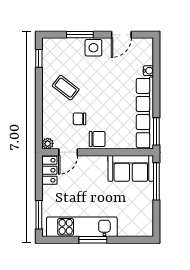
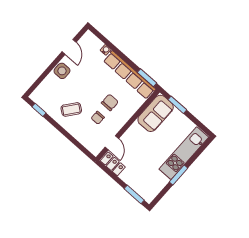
window: (80, 35) -> (47, 72), removed
chair: (97, 139) -> (110, 102), moved
plant: (48, 144) -> (95, 151), removed
window: (156, 181) -> (177, 105), width x0.69
kitchen unit: (82, 227) -> (184, 153), moved

